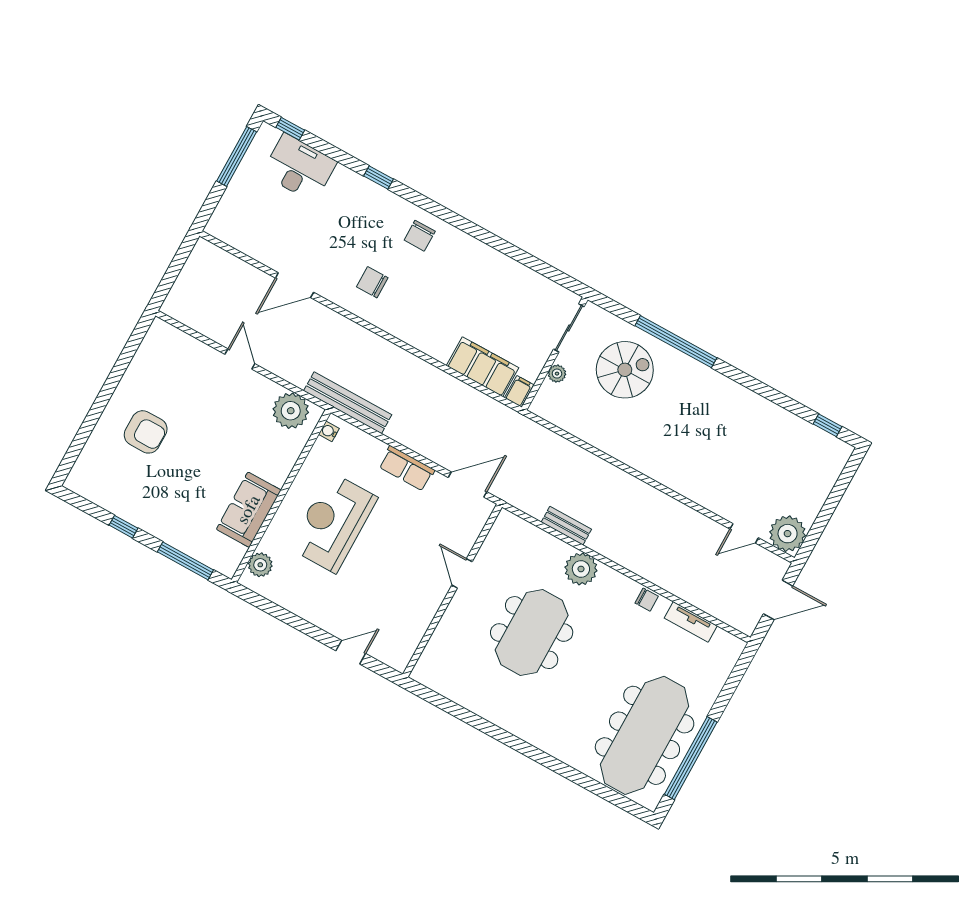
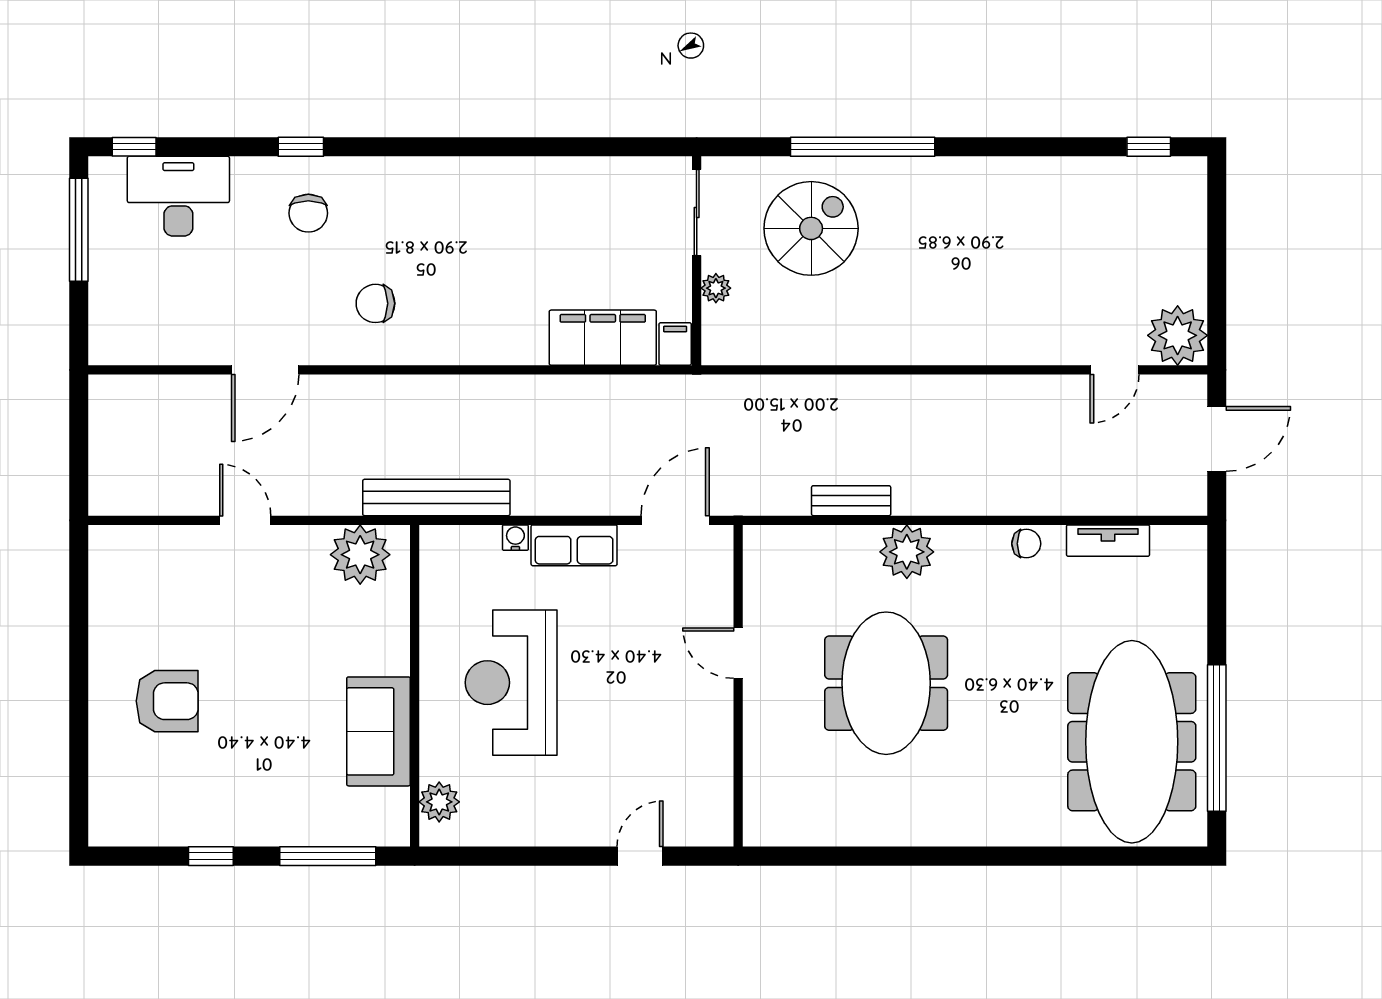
chair: (420, 236) -> (308, 213), moved
water cooler: (329, 431) -> (515, 538), moved, turned 90

